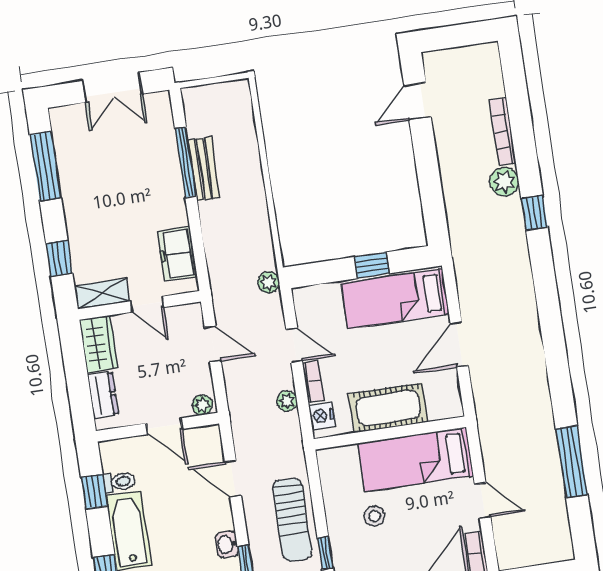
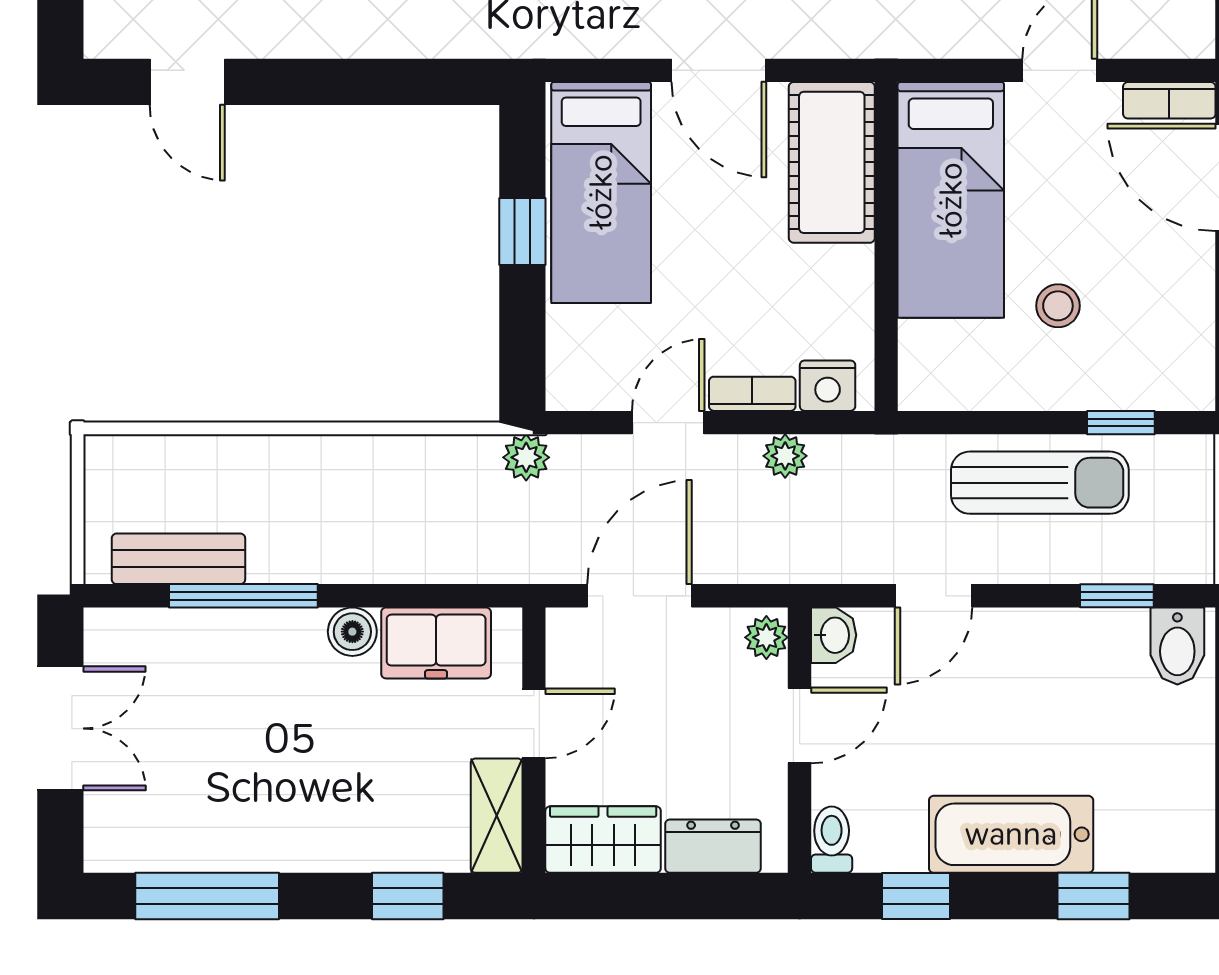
bench: (204, 169) -> (178, 559), moved
boiler: (177, 215) -> (352, 632), added
door: (213, 344) -> (640, 596), width x1.38
cot: (388, 408) -> (832, 162), moved
toilet: (119, 482) -> (832, 840), moved
washbasin: (227, 544) -> (834, 635), moved, turned -90

